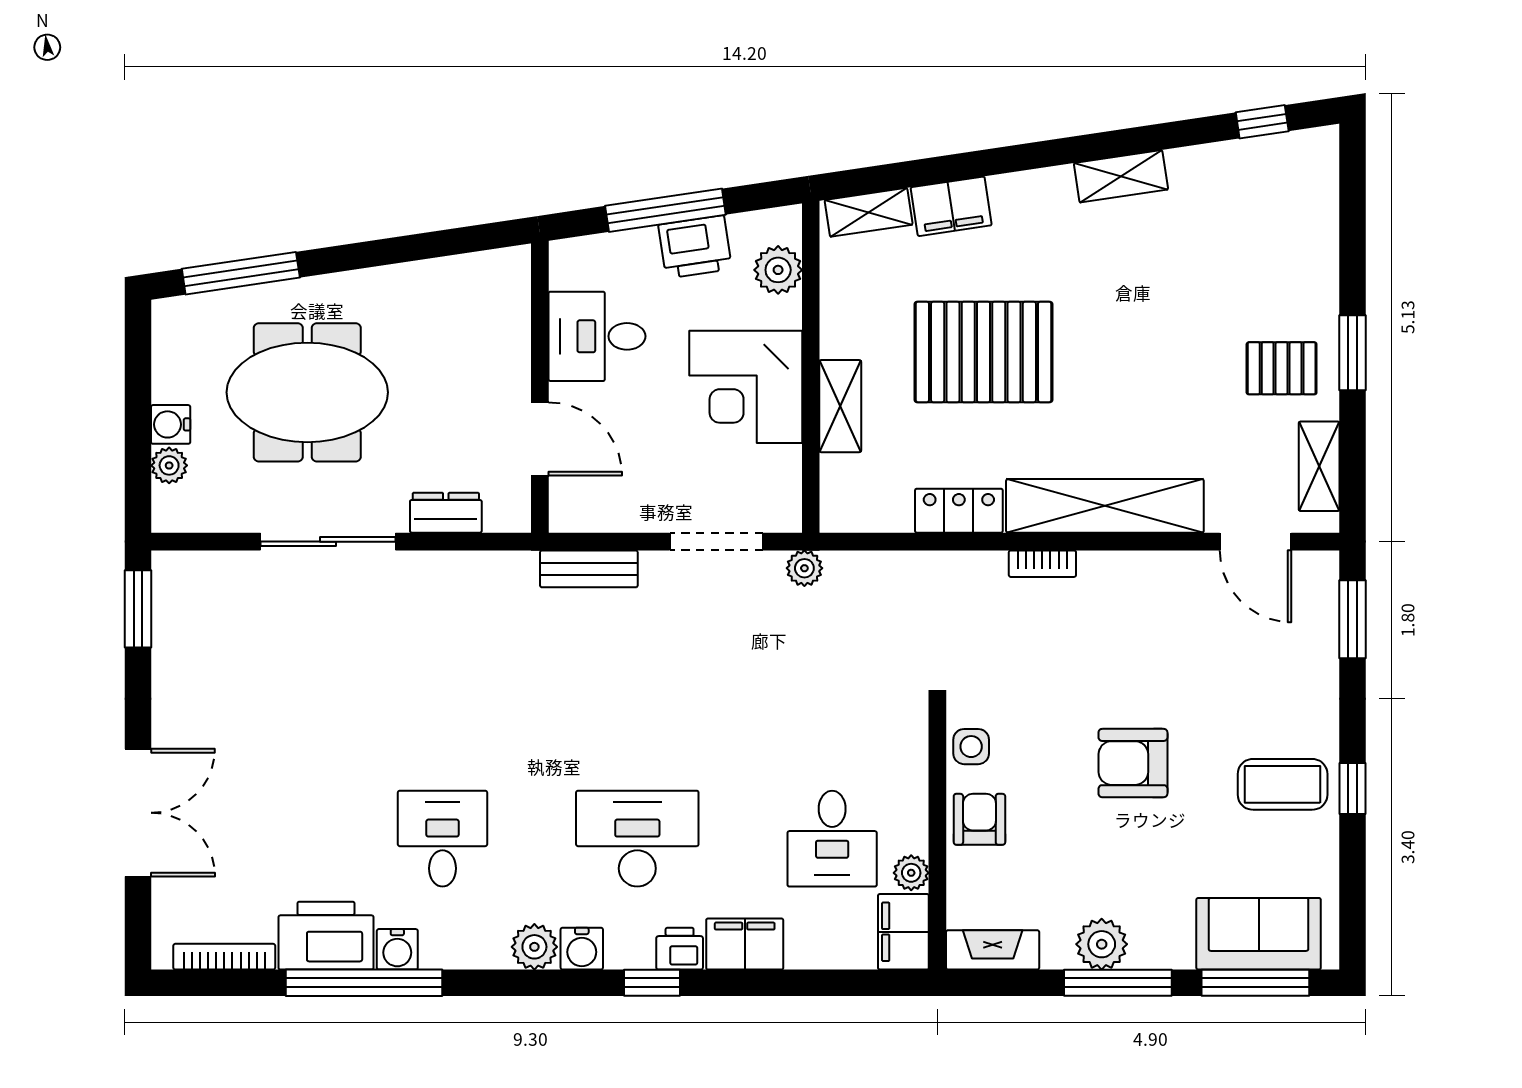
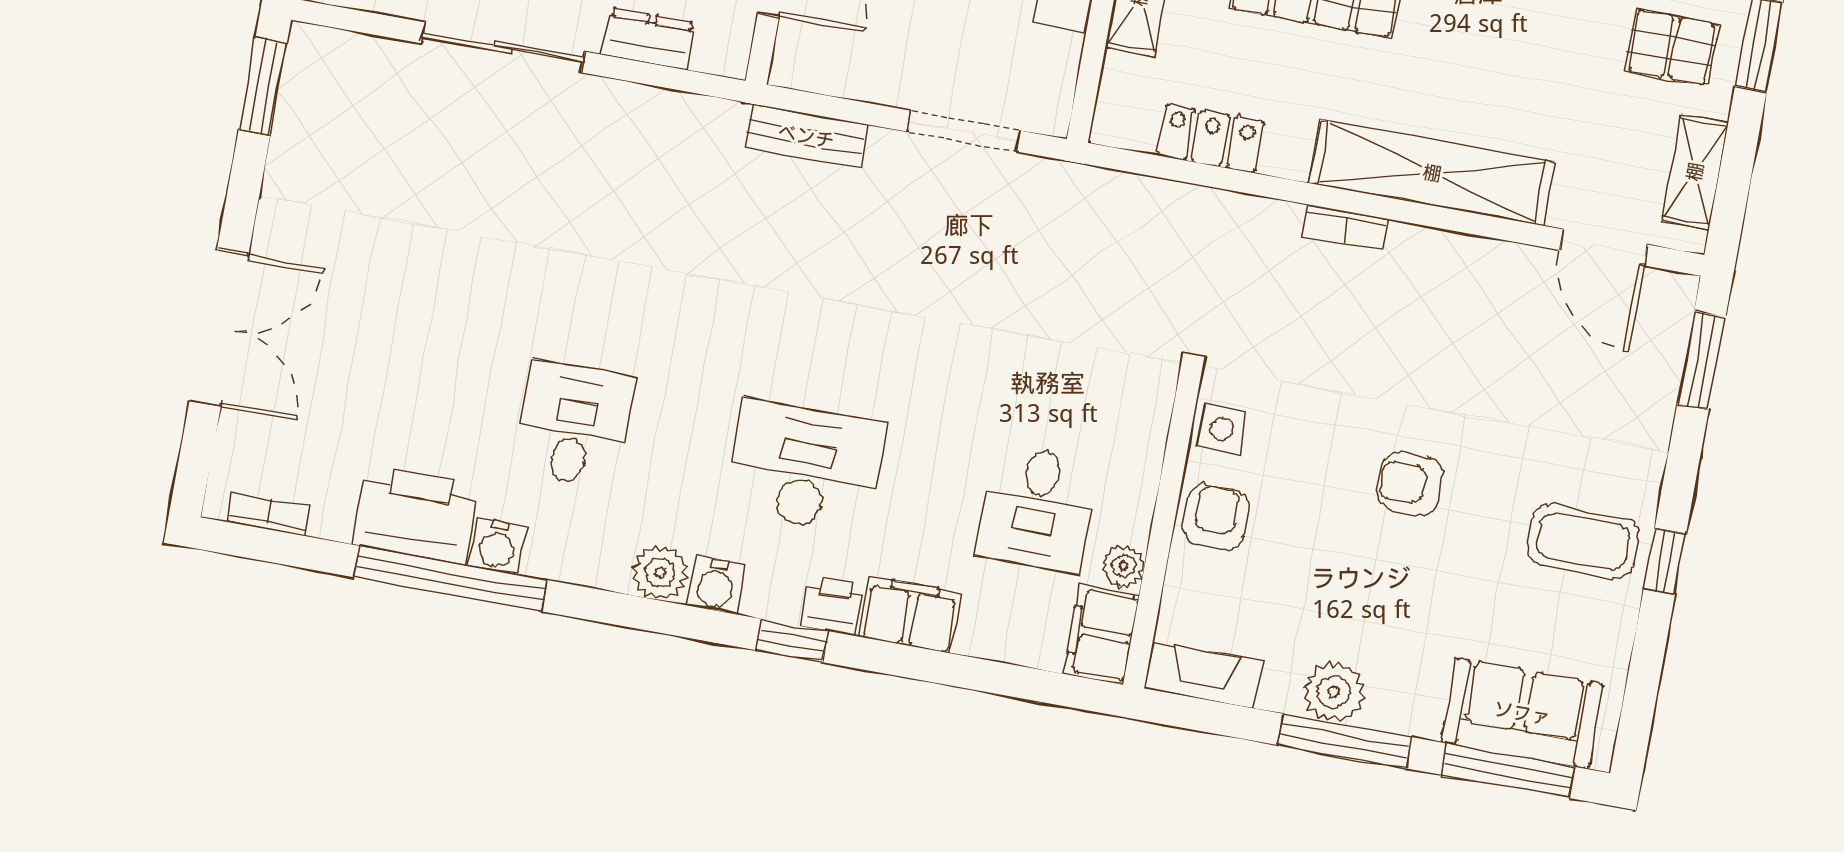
locker: (959, 511) -> (1210, 138), moved
plant: (804, 568) -> (1062, 182), removed
armchair: (1133, 763) -> (1410, 484), width x0.72, depth x0.72
bookcase: (224, 957) -> (268, 514), width x0.64

